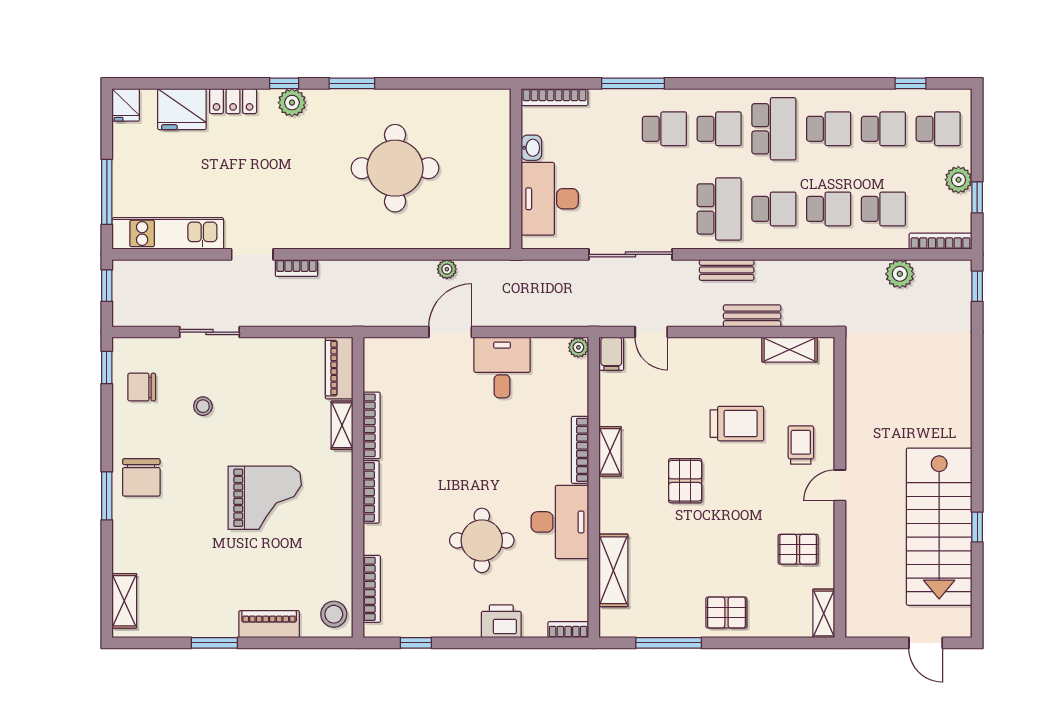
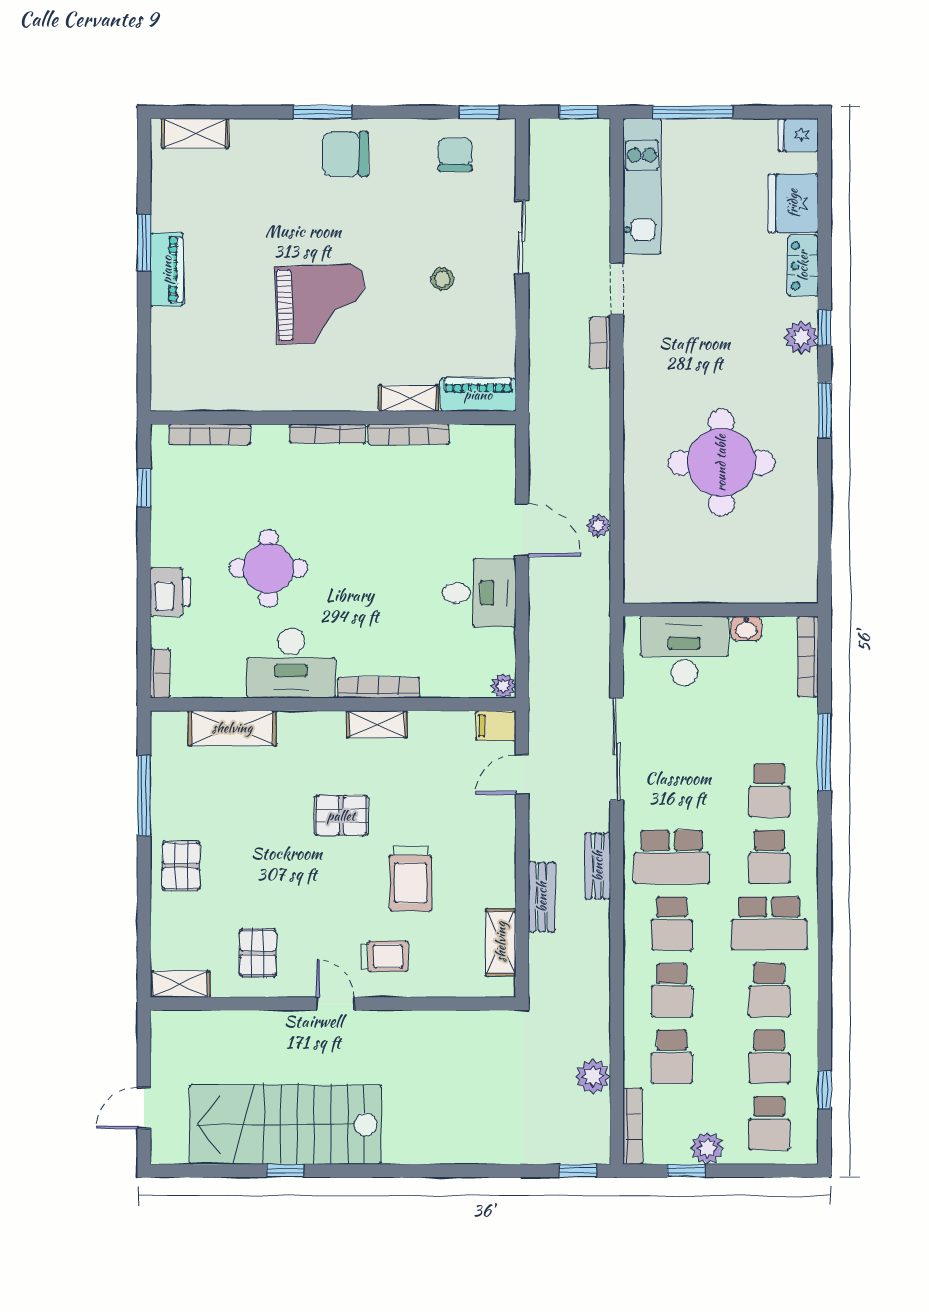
stool: (203, 406) -> (442, 279), moved
grand piano: (265, 498) -> (320, 304), turned -92
stool: (334, 614) -> (179, 388), removed
piano: (269, 624) -> (167, 270), moved

